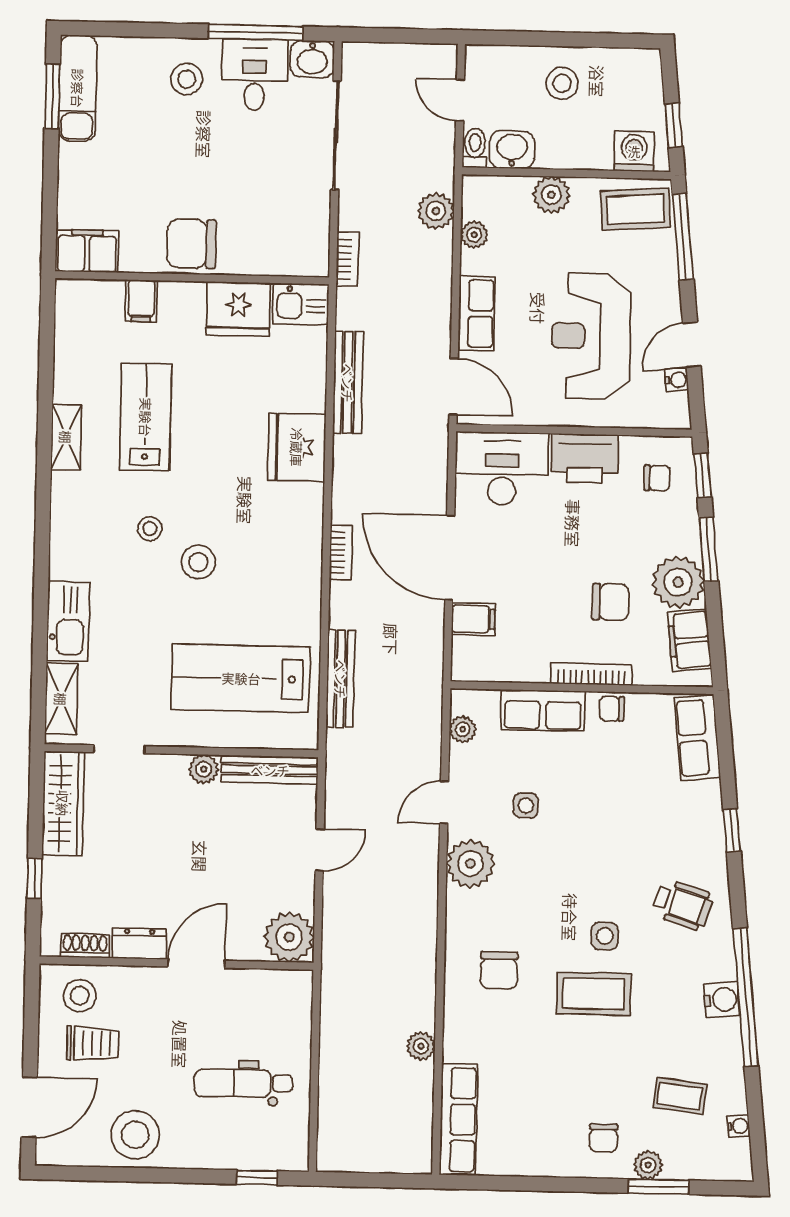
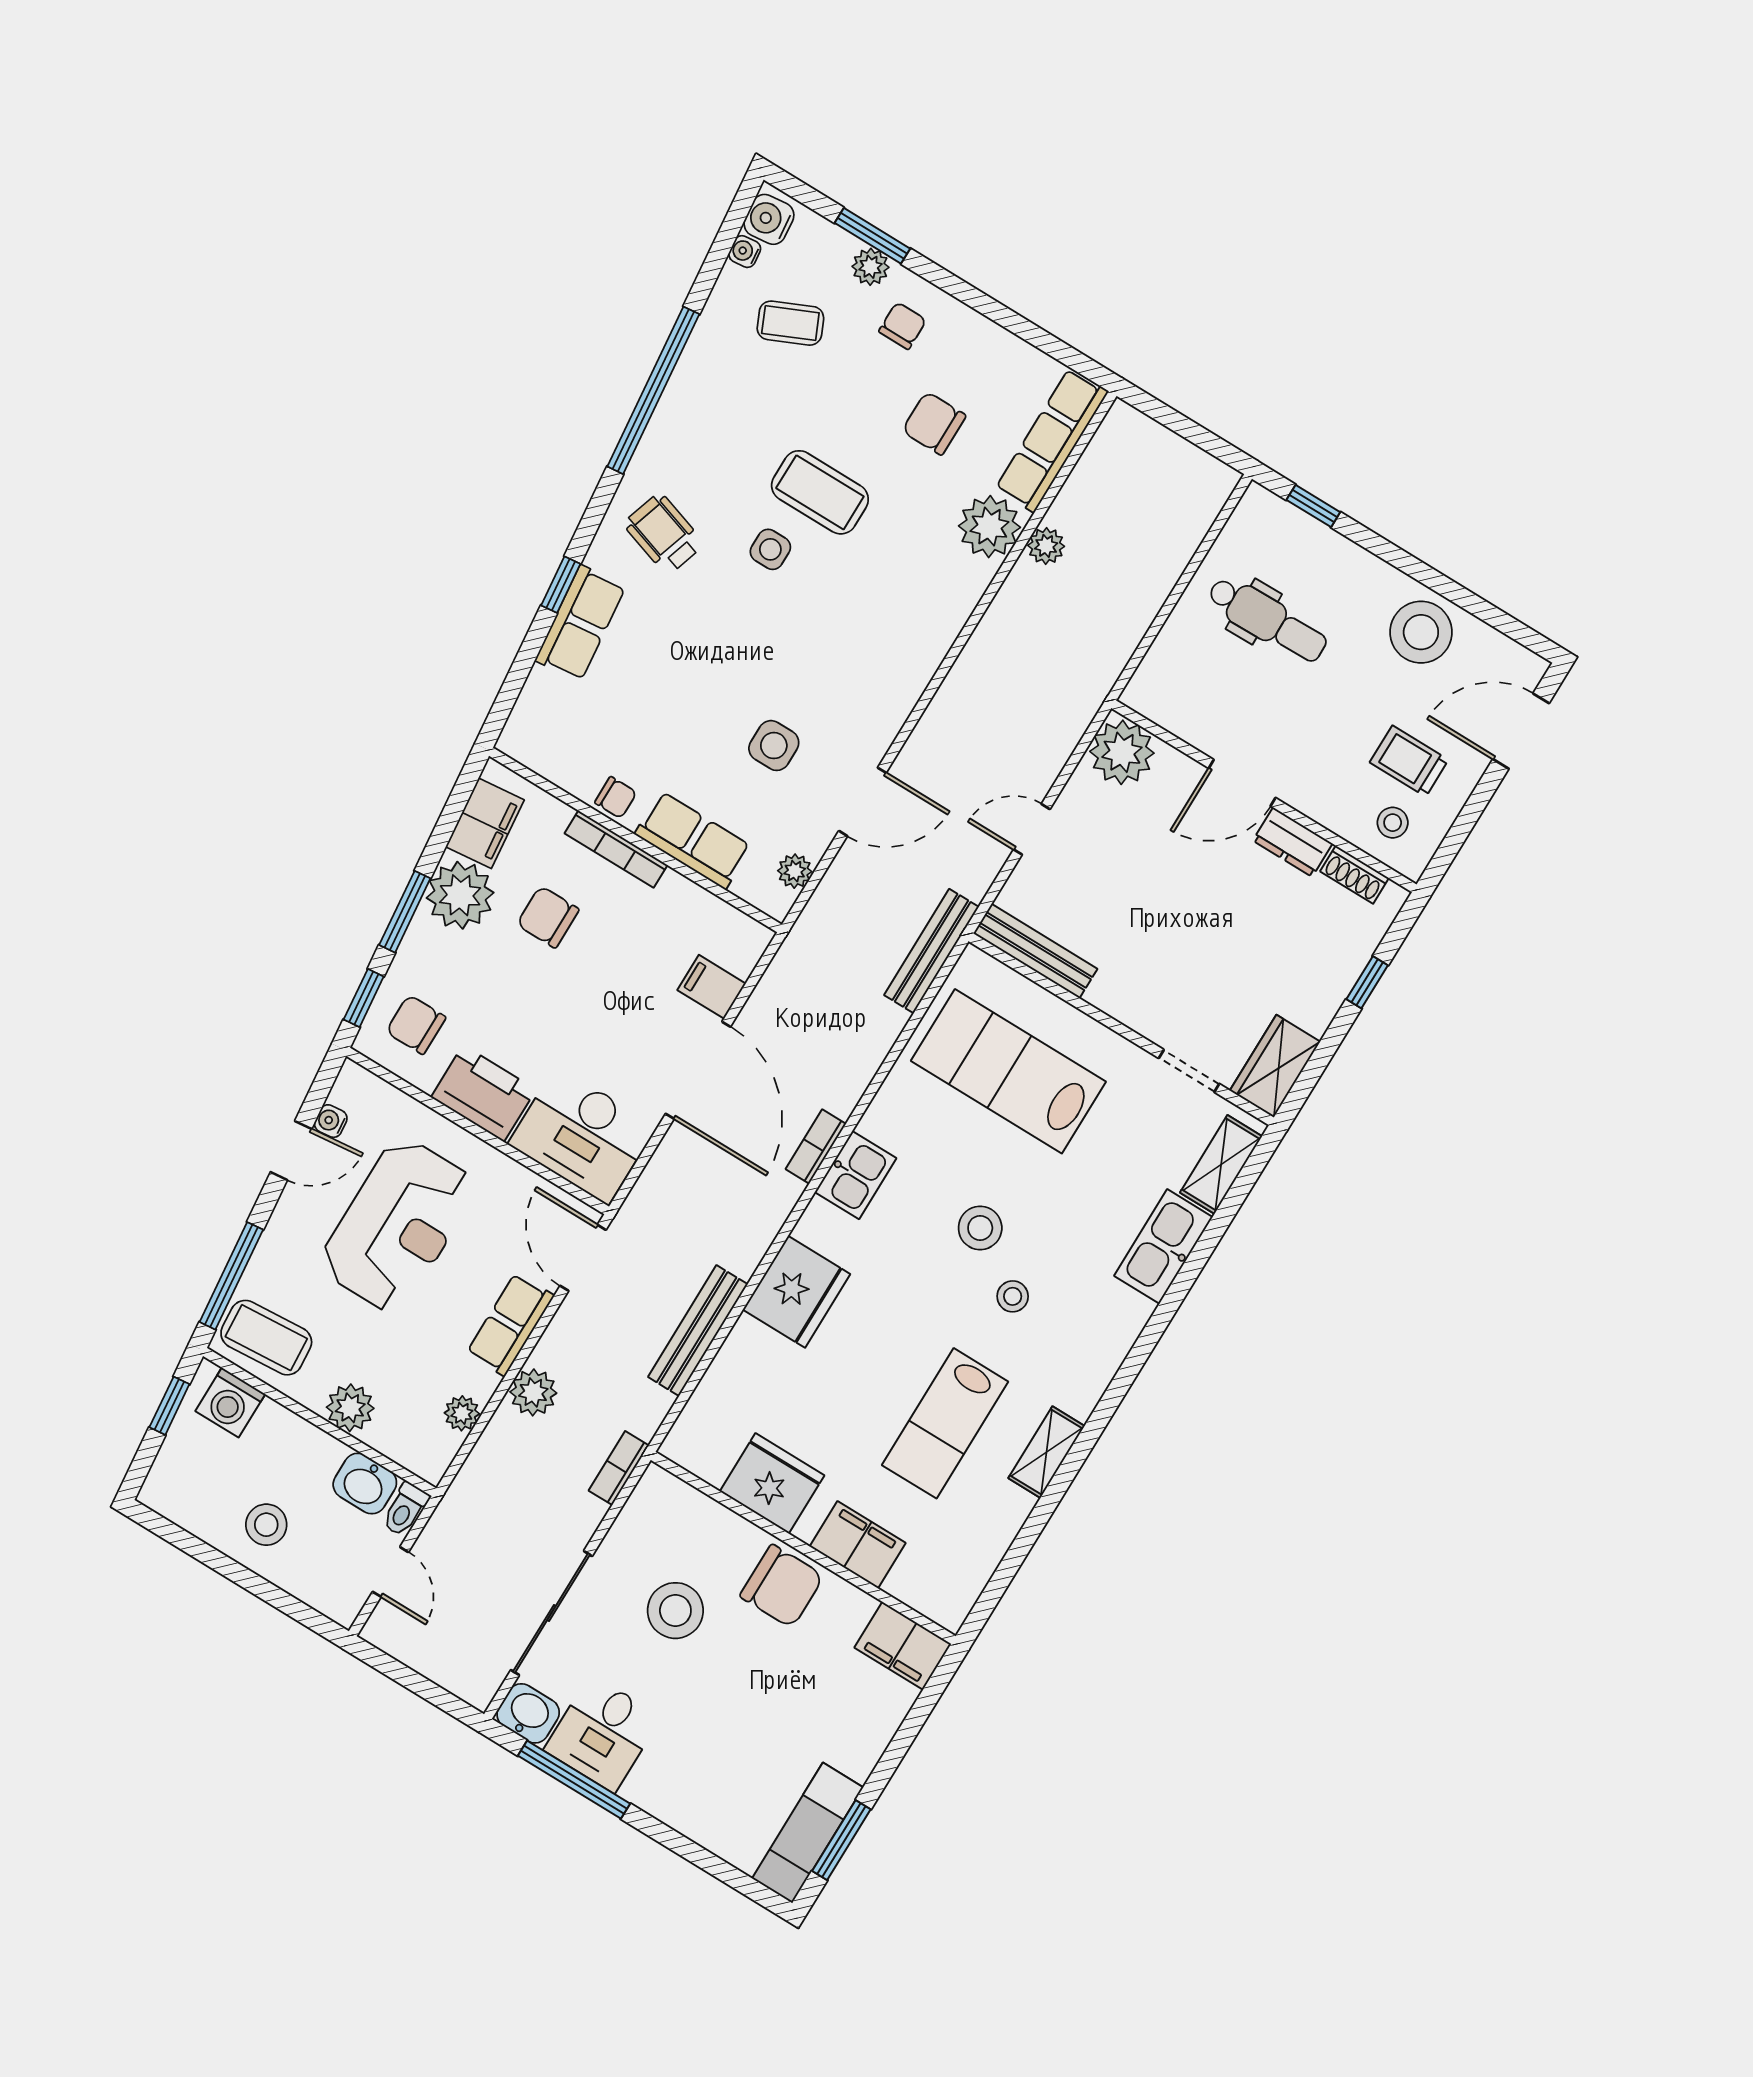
stool: (187, 79) -> (675, 1611), moved, width x1.38, depth x1.38
plant: (436, 211) -> (533, 1392), moved
filing cabinet: (141, 301) -> (858, 1545), width x2.00
kitchen sink: (301, 304) -> (856, 1175), moved, turned 90
chair: (657, 478) -> (416, 1025), width x1.37, depth x1.37
lab bench: (241, 678) -> (1008, 1071), turned 180
bench: (341, 679) -> (931, 951), moved
row of seats: (697, 738) -> (580, 623), moved
plant: (204, 769) -> (1108, 994), removed
door: (444, 802) -> (862, 802), width x1.38
wardrobe: (63, 803) -> (1275, 1066), width x0.67
side table: (526, 805) -> (774, 746), width x1.37, depth x1.37
plant: (470, 864) -> (989, 527), moved
chair: (499, 970) -> (934, 423), moved, turned -90
stool: (80, 996) -> (1393, 823), width x0.73, depth x0.73
water cooler: (722, 1000) -> (769, 219), moved
coffee table: (680, 1096) -> (790, 323), turned -31

